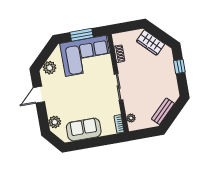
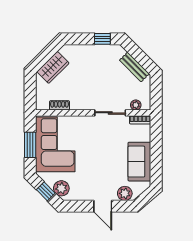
window: (45, 55) -> (46, 191), added
window: (179, 66) -> (102, 39), moved
sliding door: (119, 87) -> (110, 113), moved
door: (39, 95) -> (103, 206), moved

